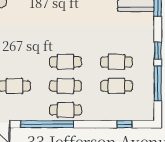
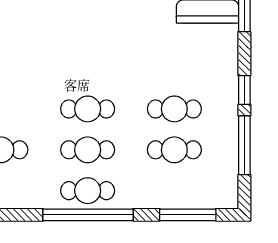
window: (47, 124) -> (88, 215), moved
window: (124, 124) -> (188, 215), width x2.17

